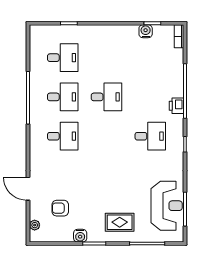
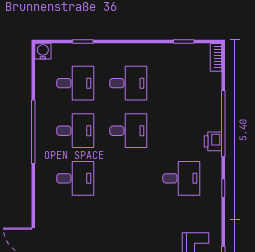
water cooler: (146, 31) -> (43, 51), moved
desk: (107, 58) -> (128, 83), added

